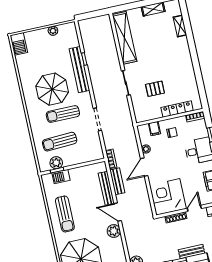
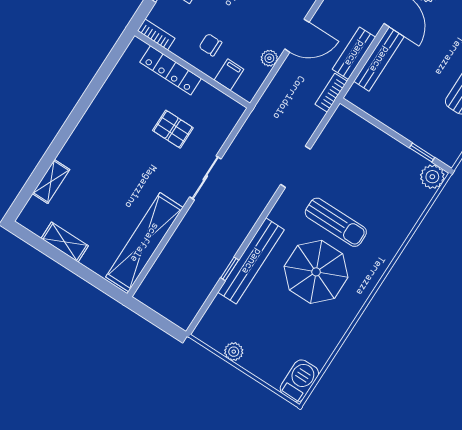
sun lounger: (60, 142) -> (379, 189), removed
plant: (56, 163) -> (432, 177), moved
barbecue: (61, 177) -> (425, 138), removed

